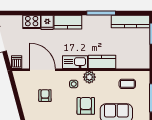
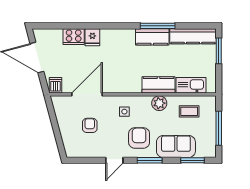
kitchen counter: (68, 22) -> (152, 37), moved
kitchen sink: (75, 62) -> (191, 85), moved
door: (43, 70) -> (87, 94), hinge flipped
plant: (89, 77) -> (159, 103), moved

